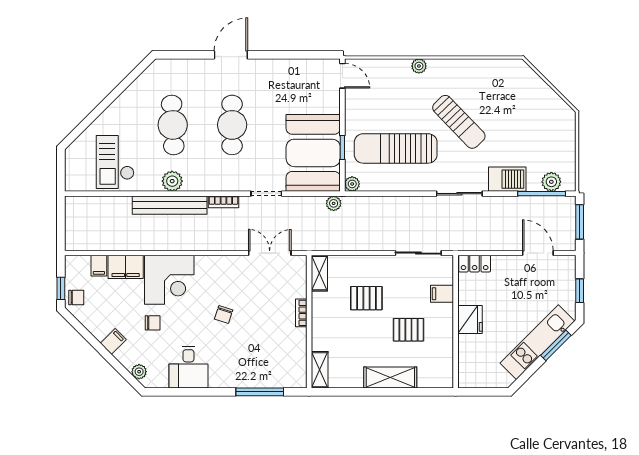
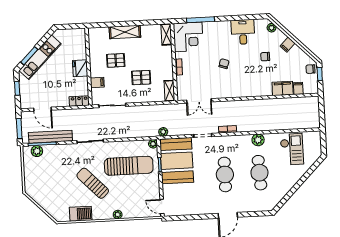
barbecue: (507, 179) -> (81, 214), moved, turned 180
bench: (170, 205) -> (50, 137), moved
corner desk: (169, 280) -> (188, 37), moved, turned 180

